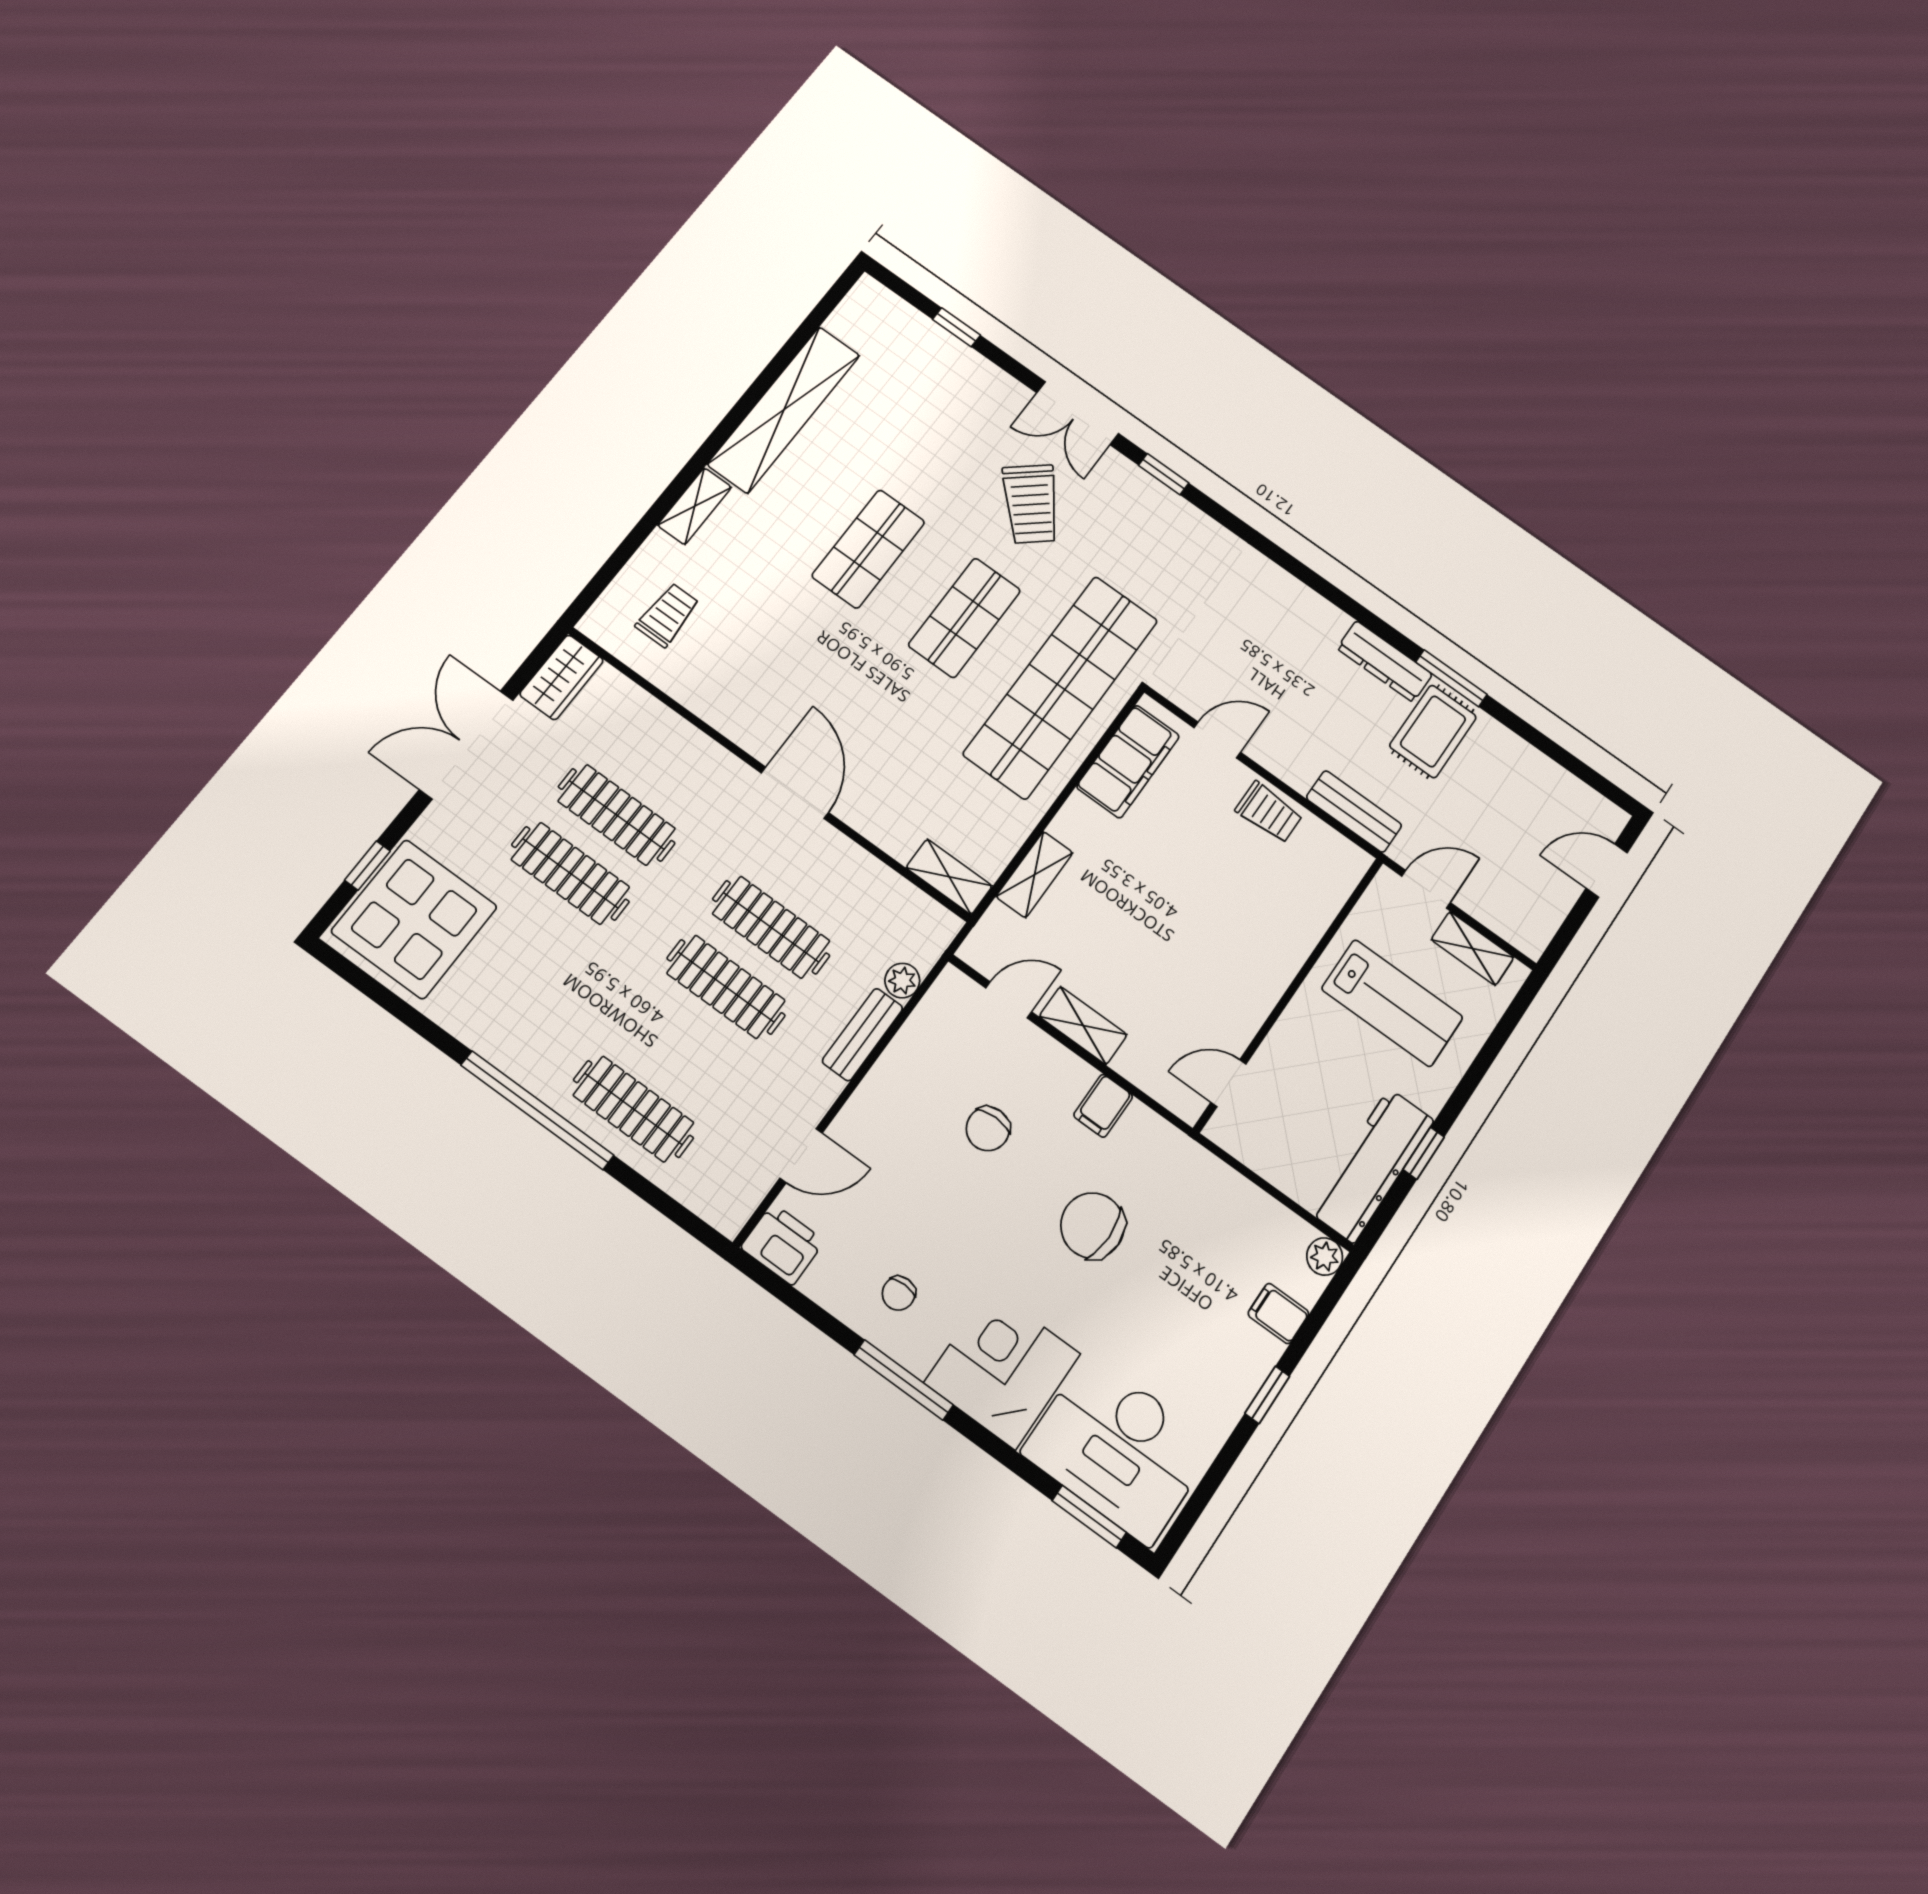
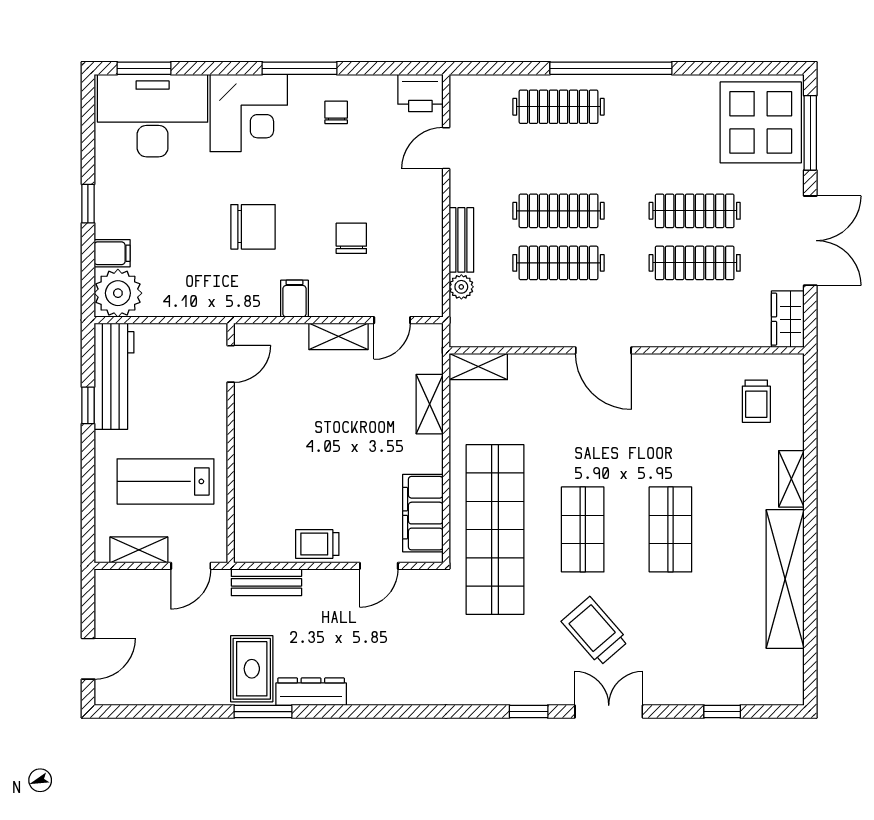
window: (367, 866) -> (810, 133), width x2.17
plant: (1325, 1257) -> (118, 293), width x1.87, depth x1.87

